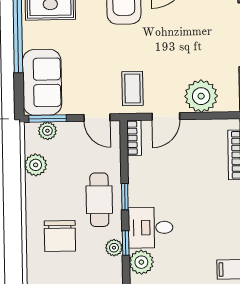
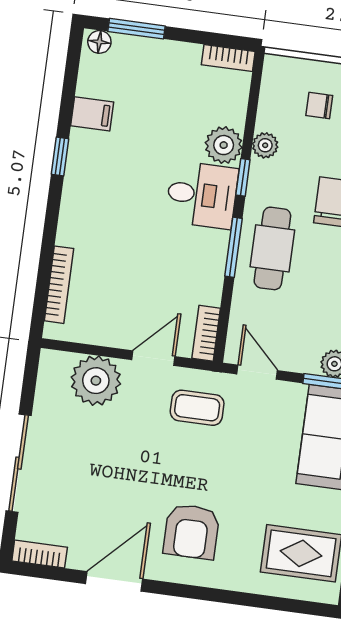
coffee table: (132, 89) -> (197, 408), turned 90
window: (125, 197) -> (233, 247), width x1.50
plant: (114, 248) -> (265, 145), moved

